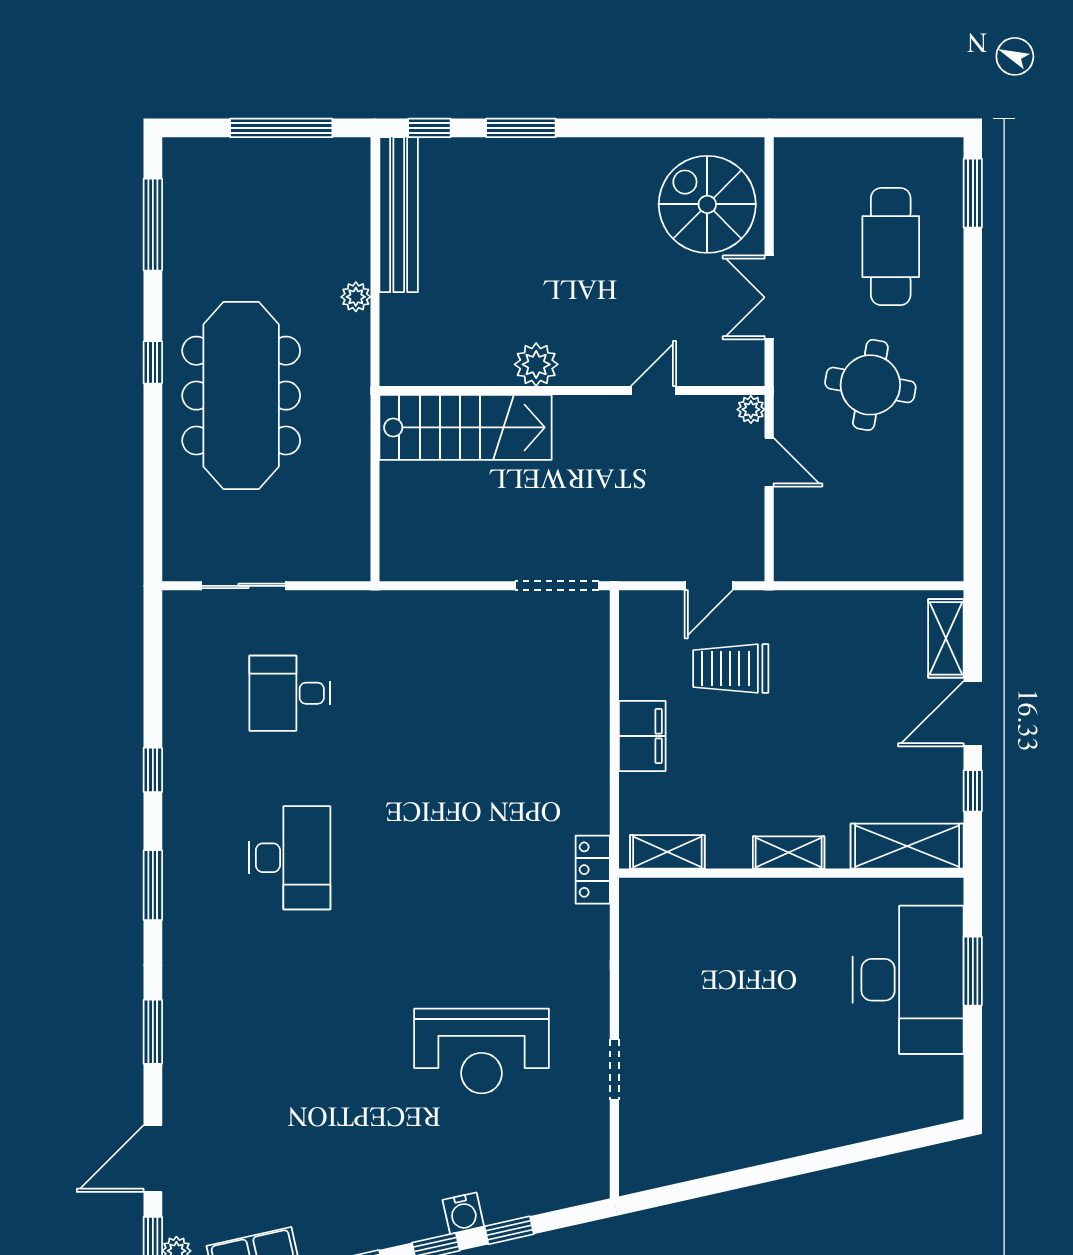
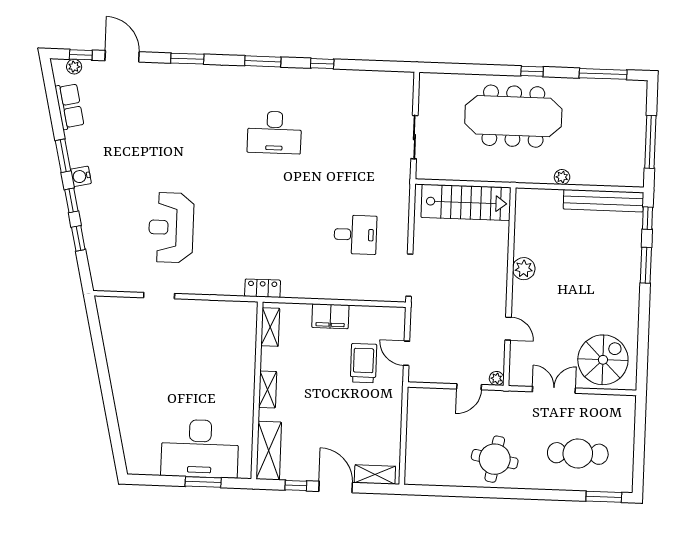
round table: (870, 385) -> (495, 459), moved
stairs: (466, 427) -> (466, 202), moved, turned -90
sliding door: (243, 586) -> (414, 137), moved
desk: (290, 693) -> (355, 235), moved, turned 90
water cooler: (463, 1213) -> (81, 176), moved

